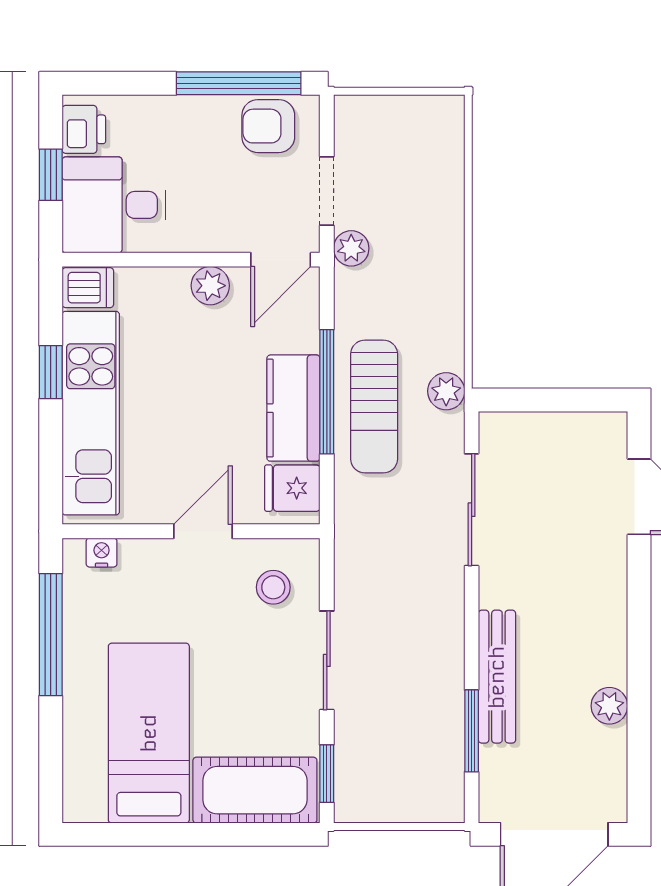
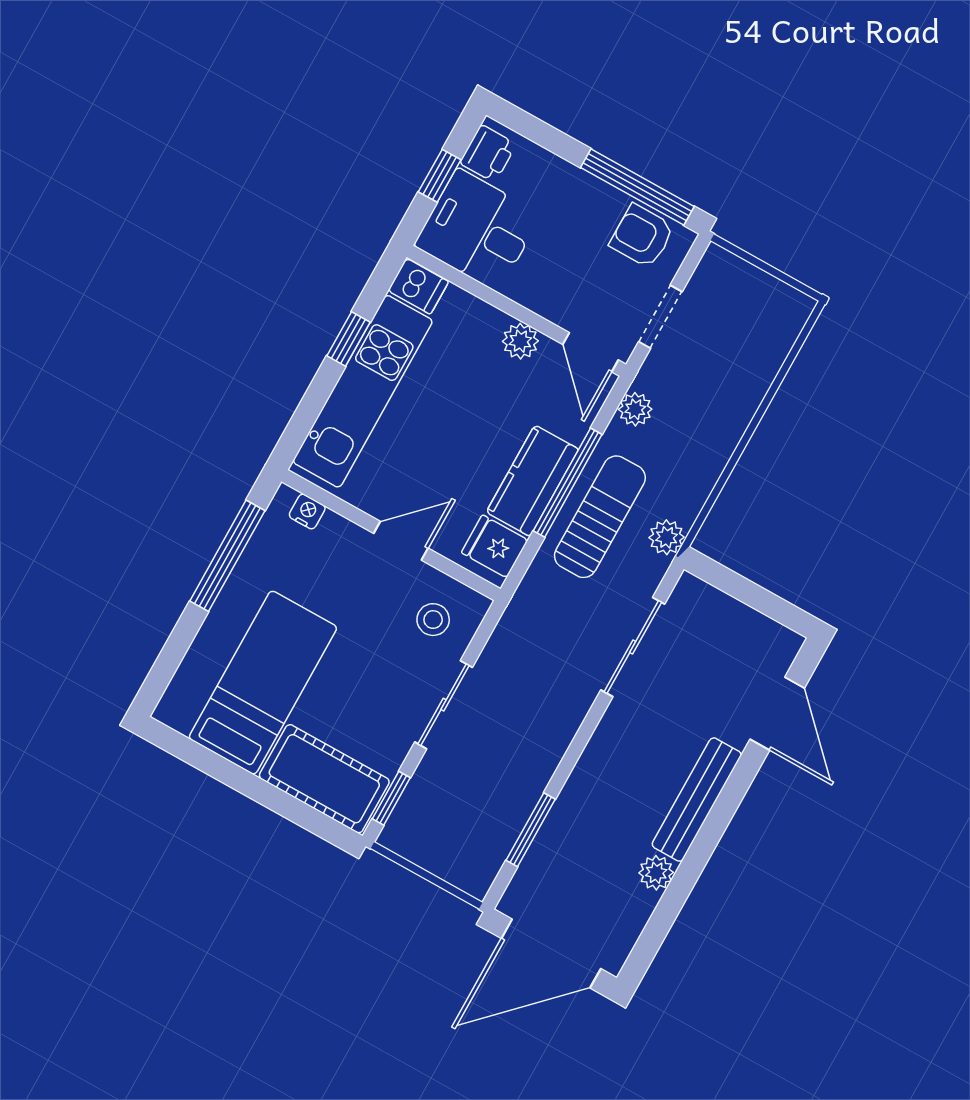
plant: (351, 248) -> (635, 409), moved
door: (281, 260) -> (591, 352), hinge flipped
sun lounger: (374, 407) -> (600, 517), turned 180
bench: (497, 677) -> (697, 800), moved

